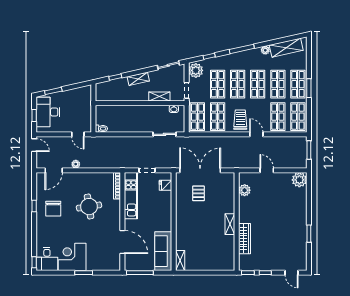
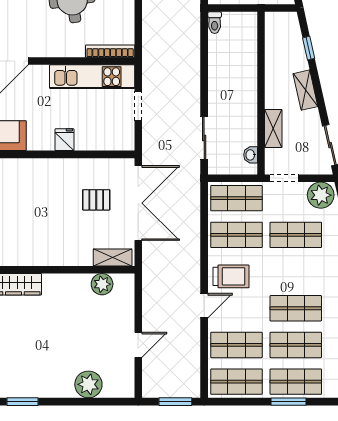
shop shelf: (238, 84) -> (296, 272), removed
door: (267, 170) -> (138, 345), moved
plant: (299, 180) -> (88, 384), moved
fridge: (165, 185) -> (65, 140), moved
shelving: (230, 224) -> (113, 257), moved

